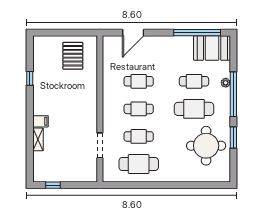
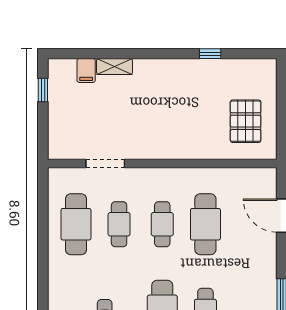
pallet: (73, 56) -> (246, 121), turned 90
cafe table: (139, 81) -> (205, 224), width x1.37, depth x1.35
filing cabinet: (40, 121) -> (86, 70), moved

